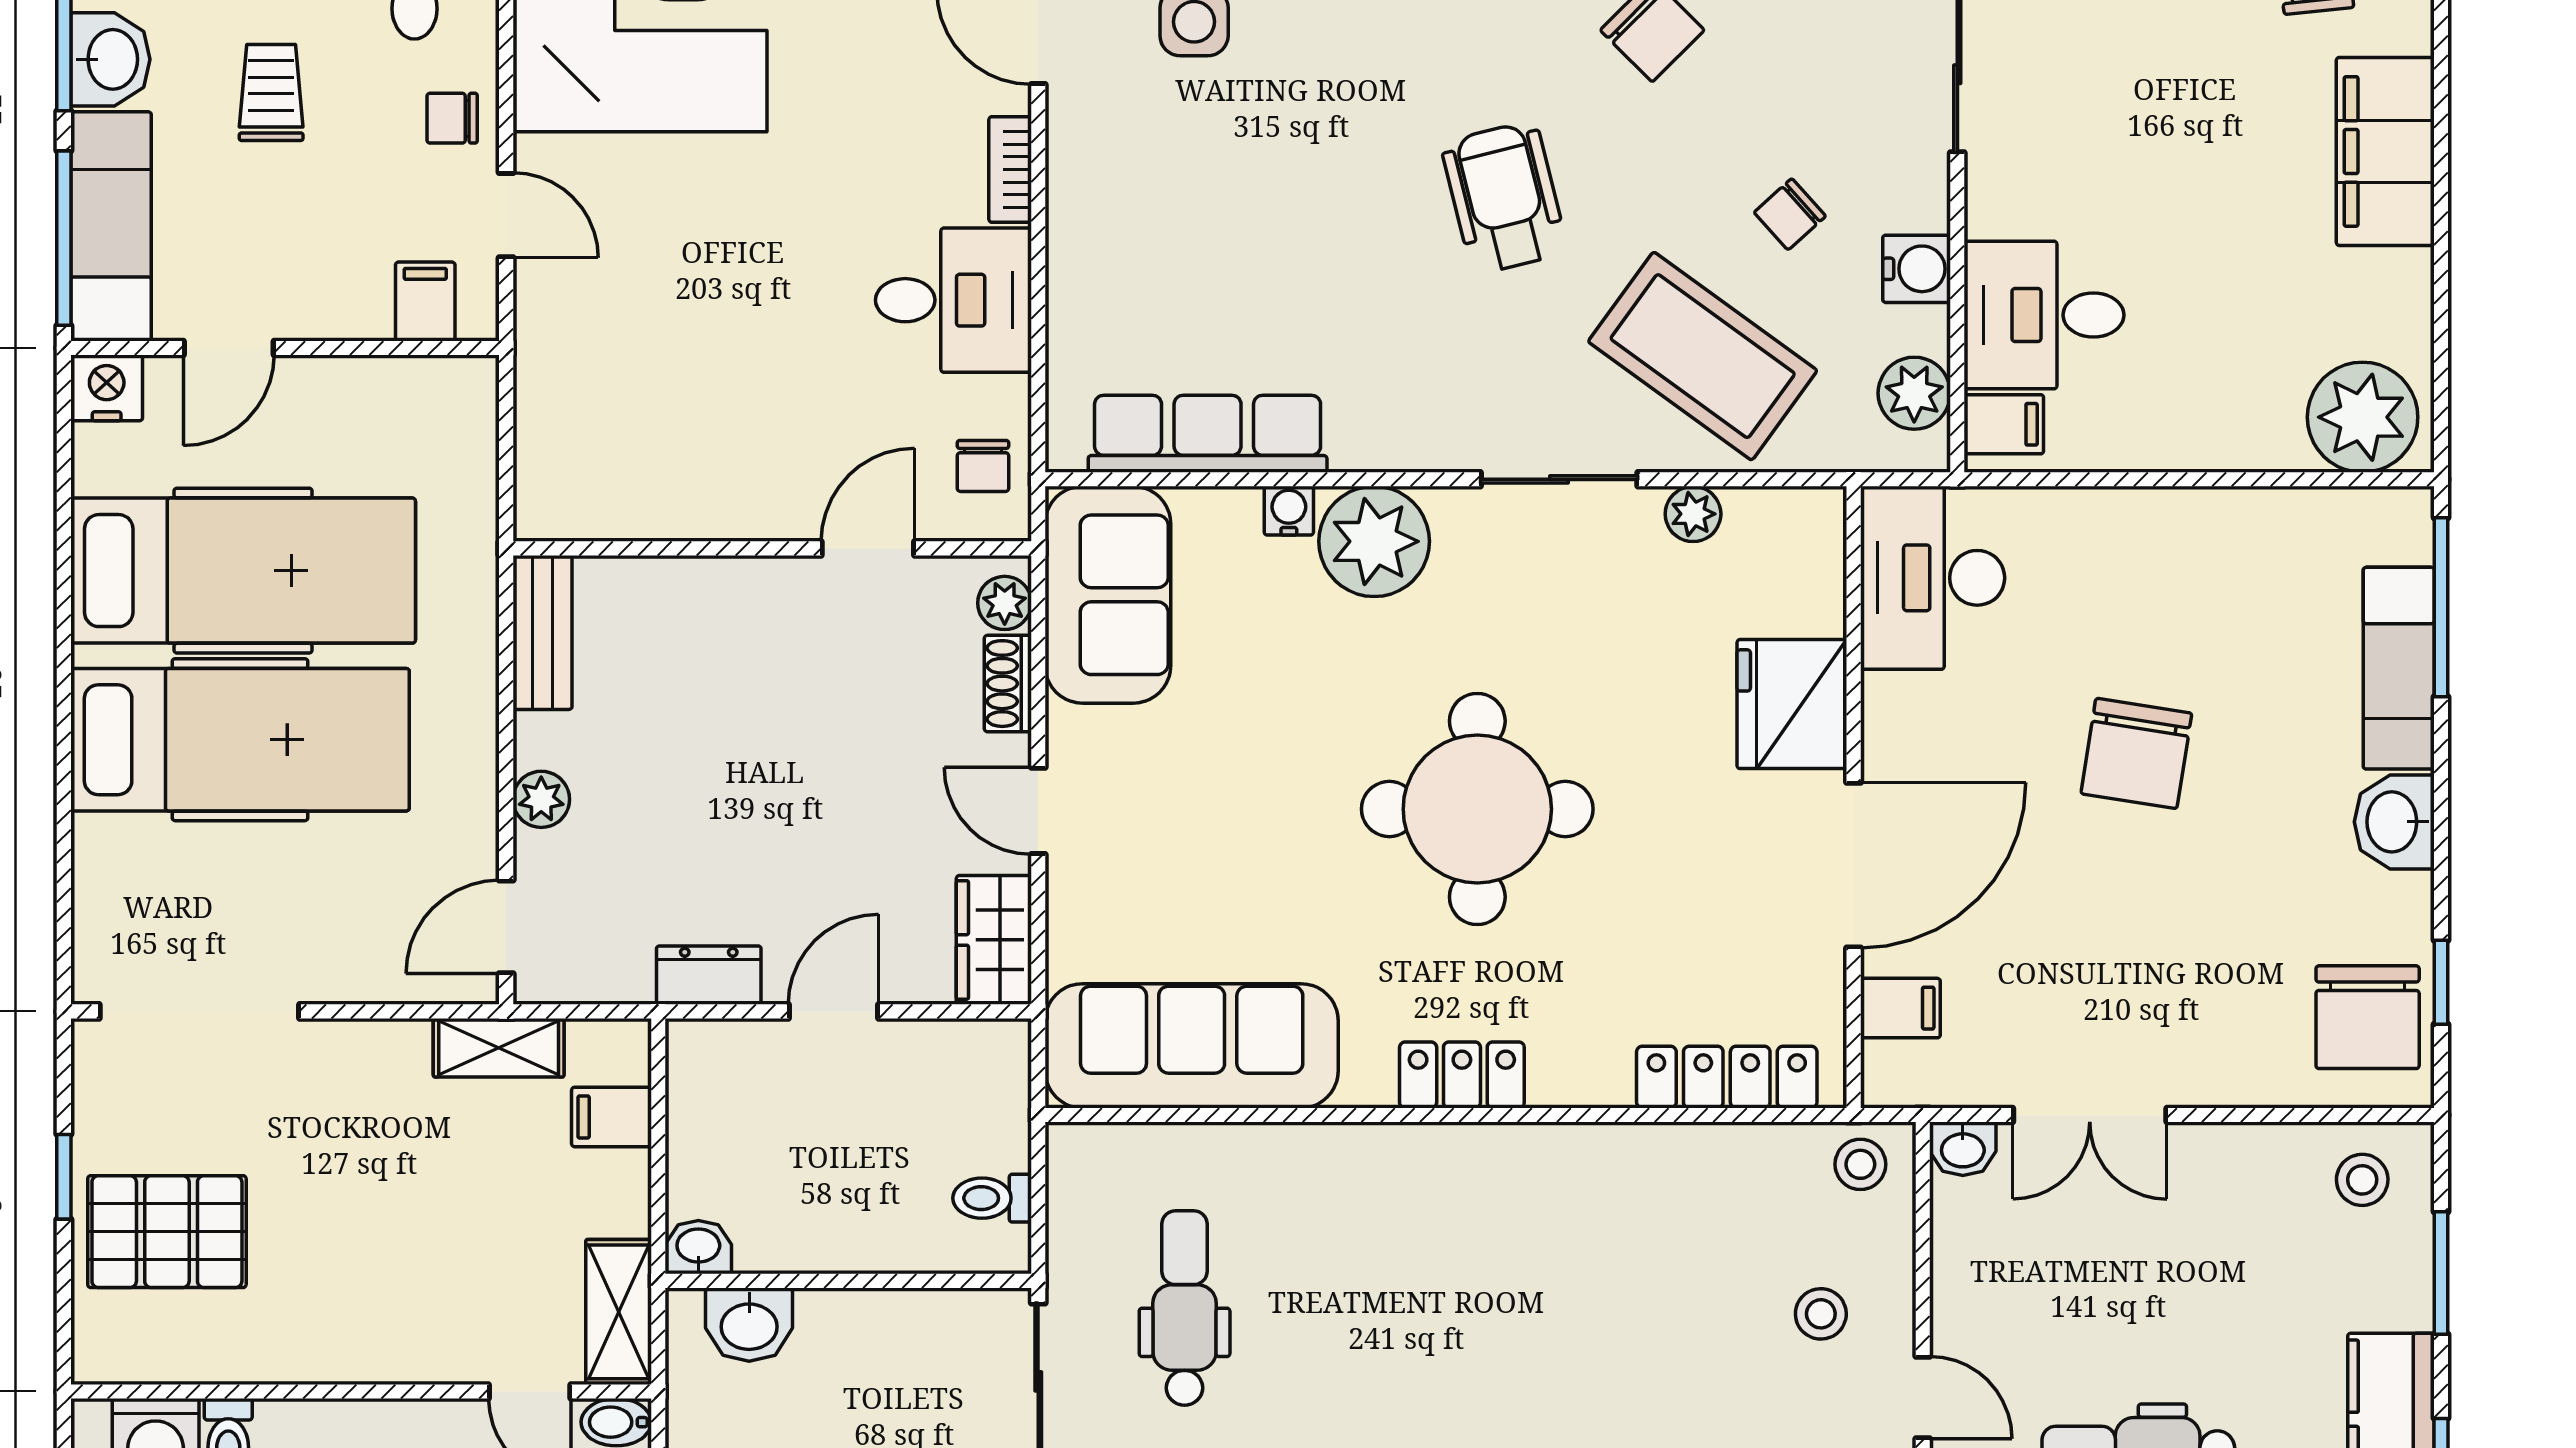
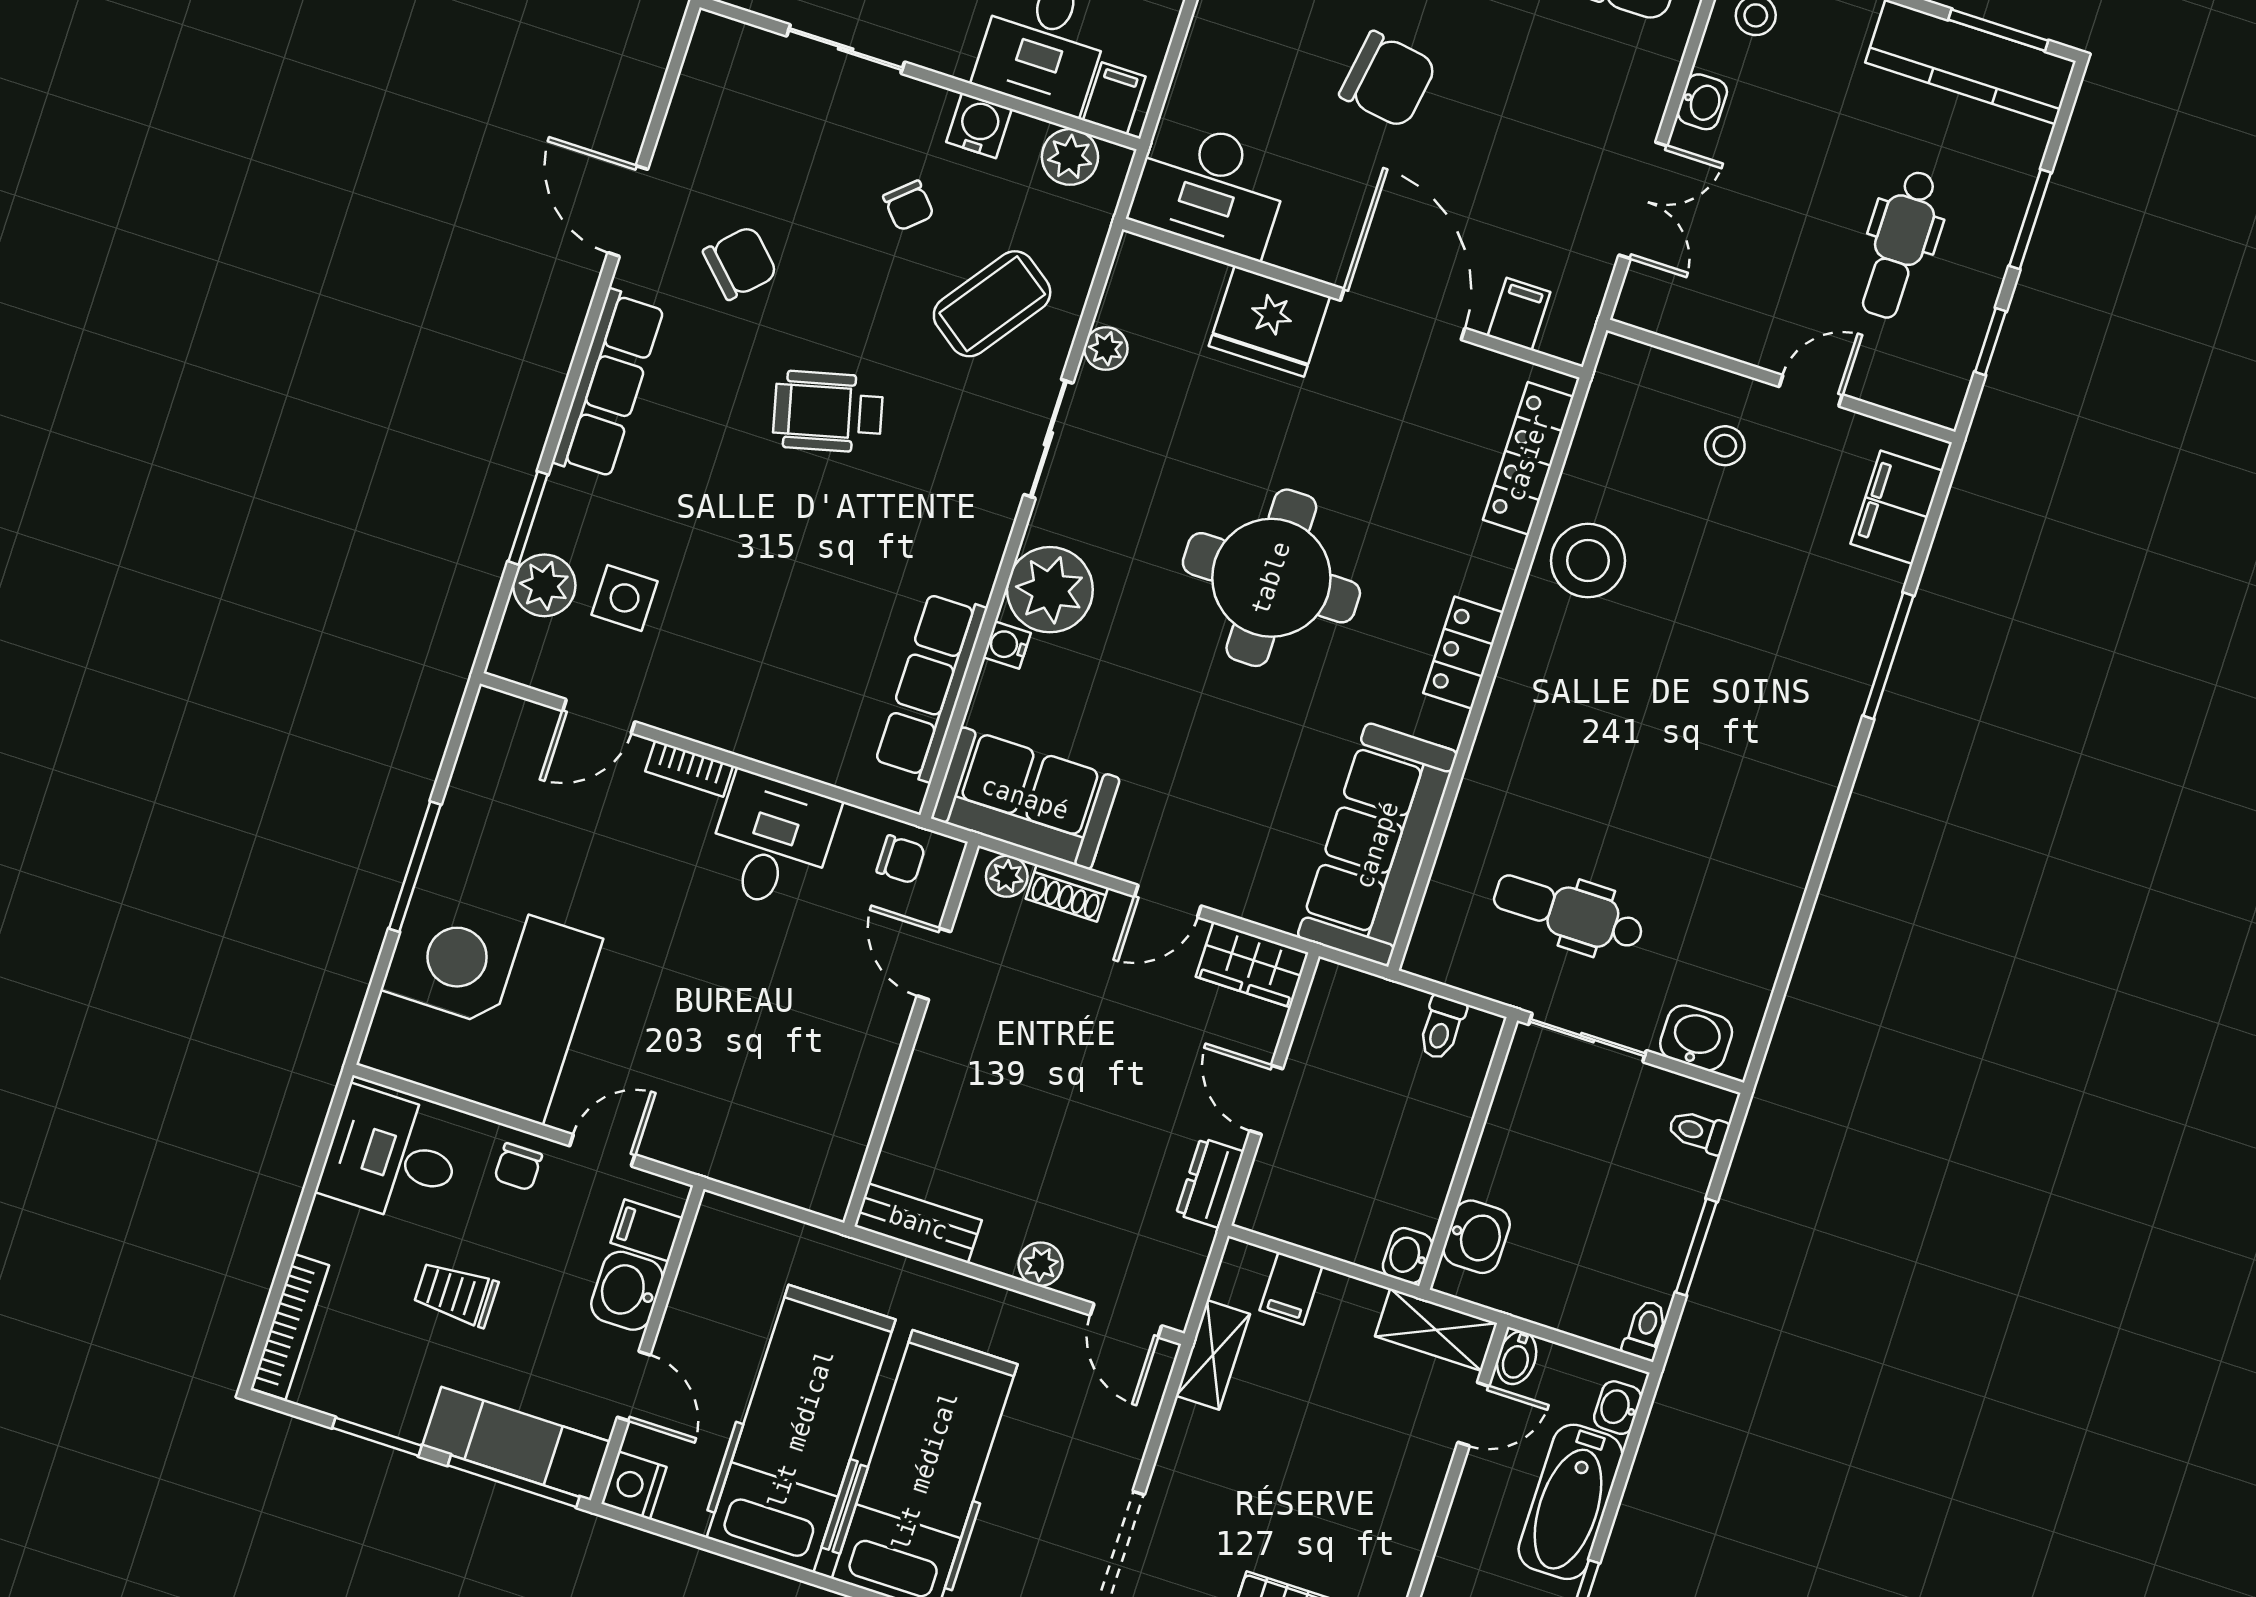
washbasin: (110, 59) -> (627, 1291), moved, turned -90
coffee table: (1703, 356) -> (992, 304), width x0.73, depth x0.76
washbasin: (1963, 1149) -> (1702, 102), moved
stool: (1860, 1164) -> (1588, 561), moved, width x1.89, depth x1.89

